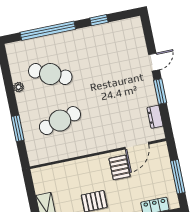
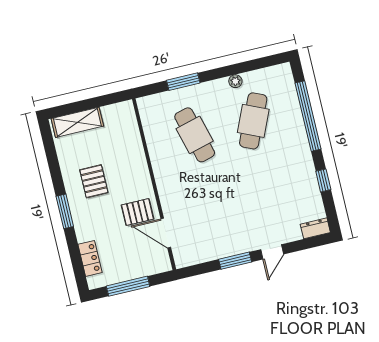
door: (154, 62) -> (272, 252), hinge flipped
dresser: (155, 117) -> (315, 228), moved

